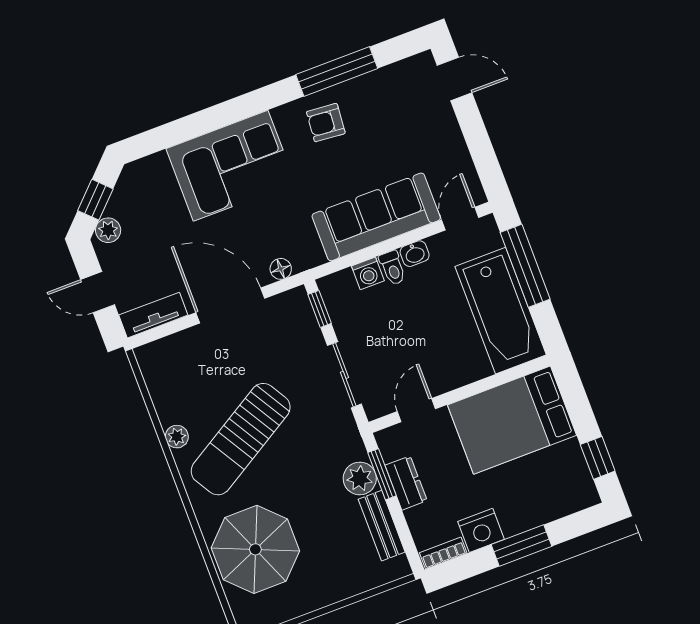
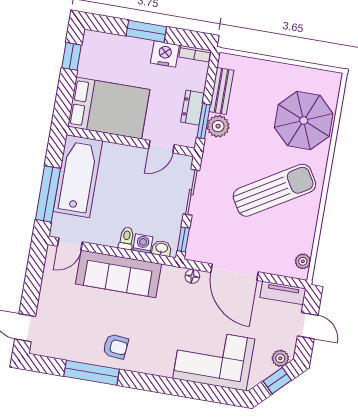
corner sofa: (231, 166) -> (214, 359), moved
washbasin: (415, 254) -> (162, 248), moved
plant: (177, 437) -> (303, 261), moved

